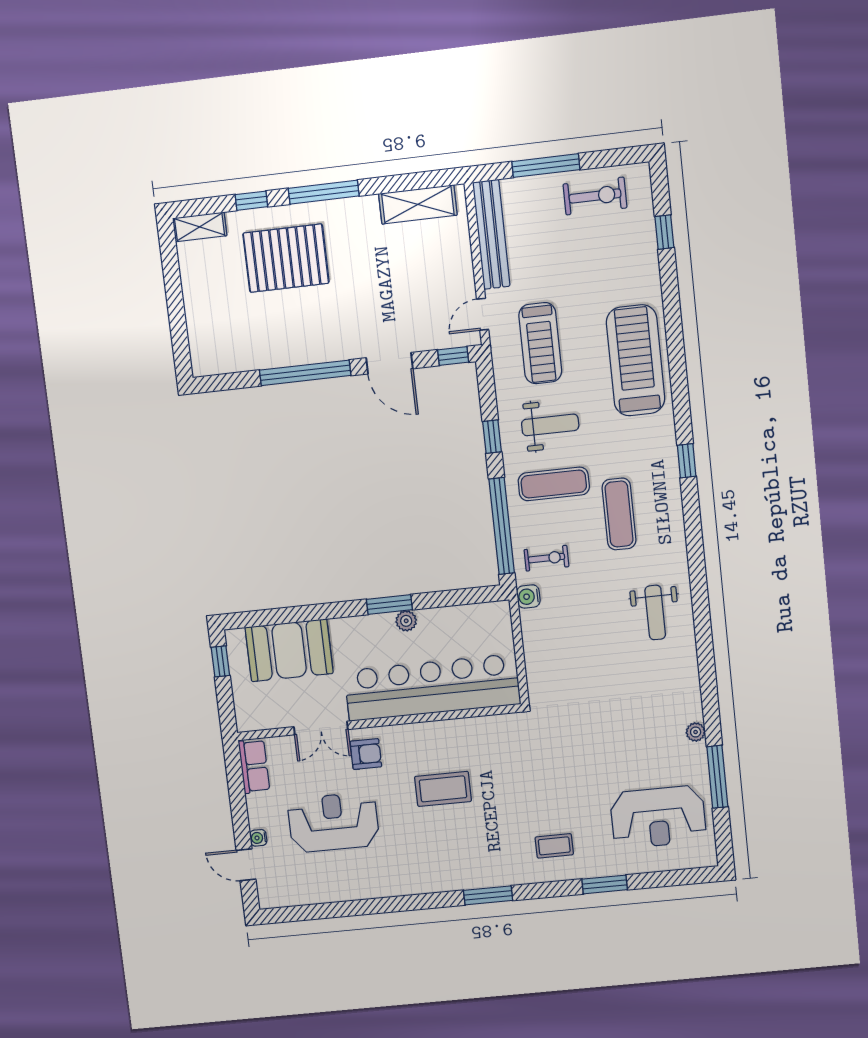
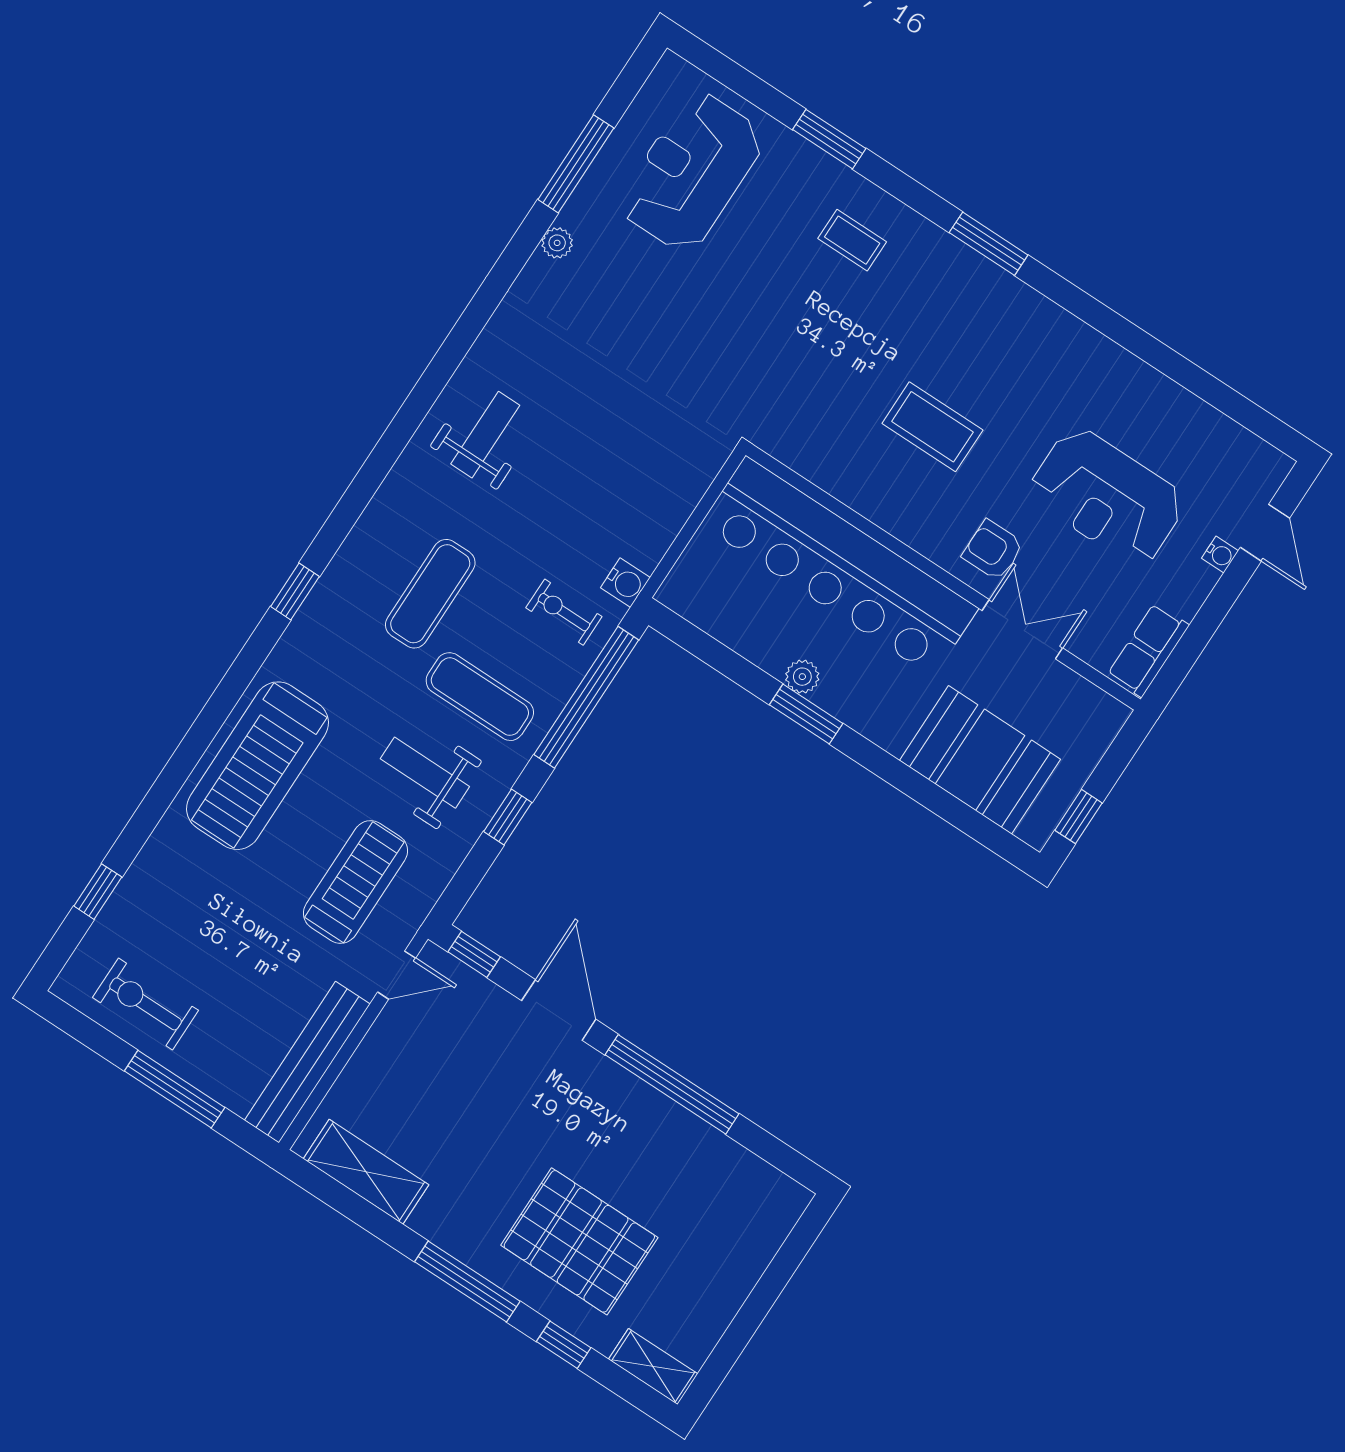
reception desk: (658, 817) -> (692, 172), turned -90

